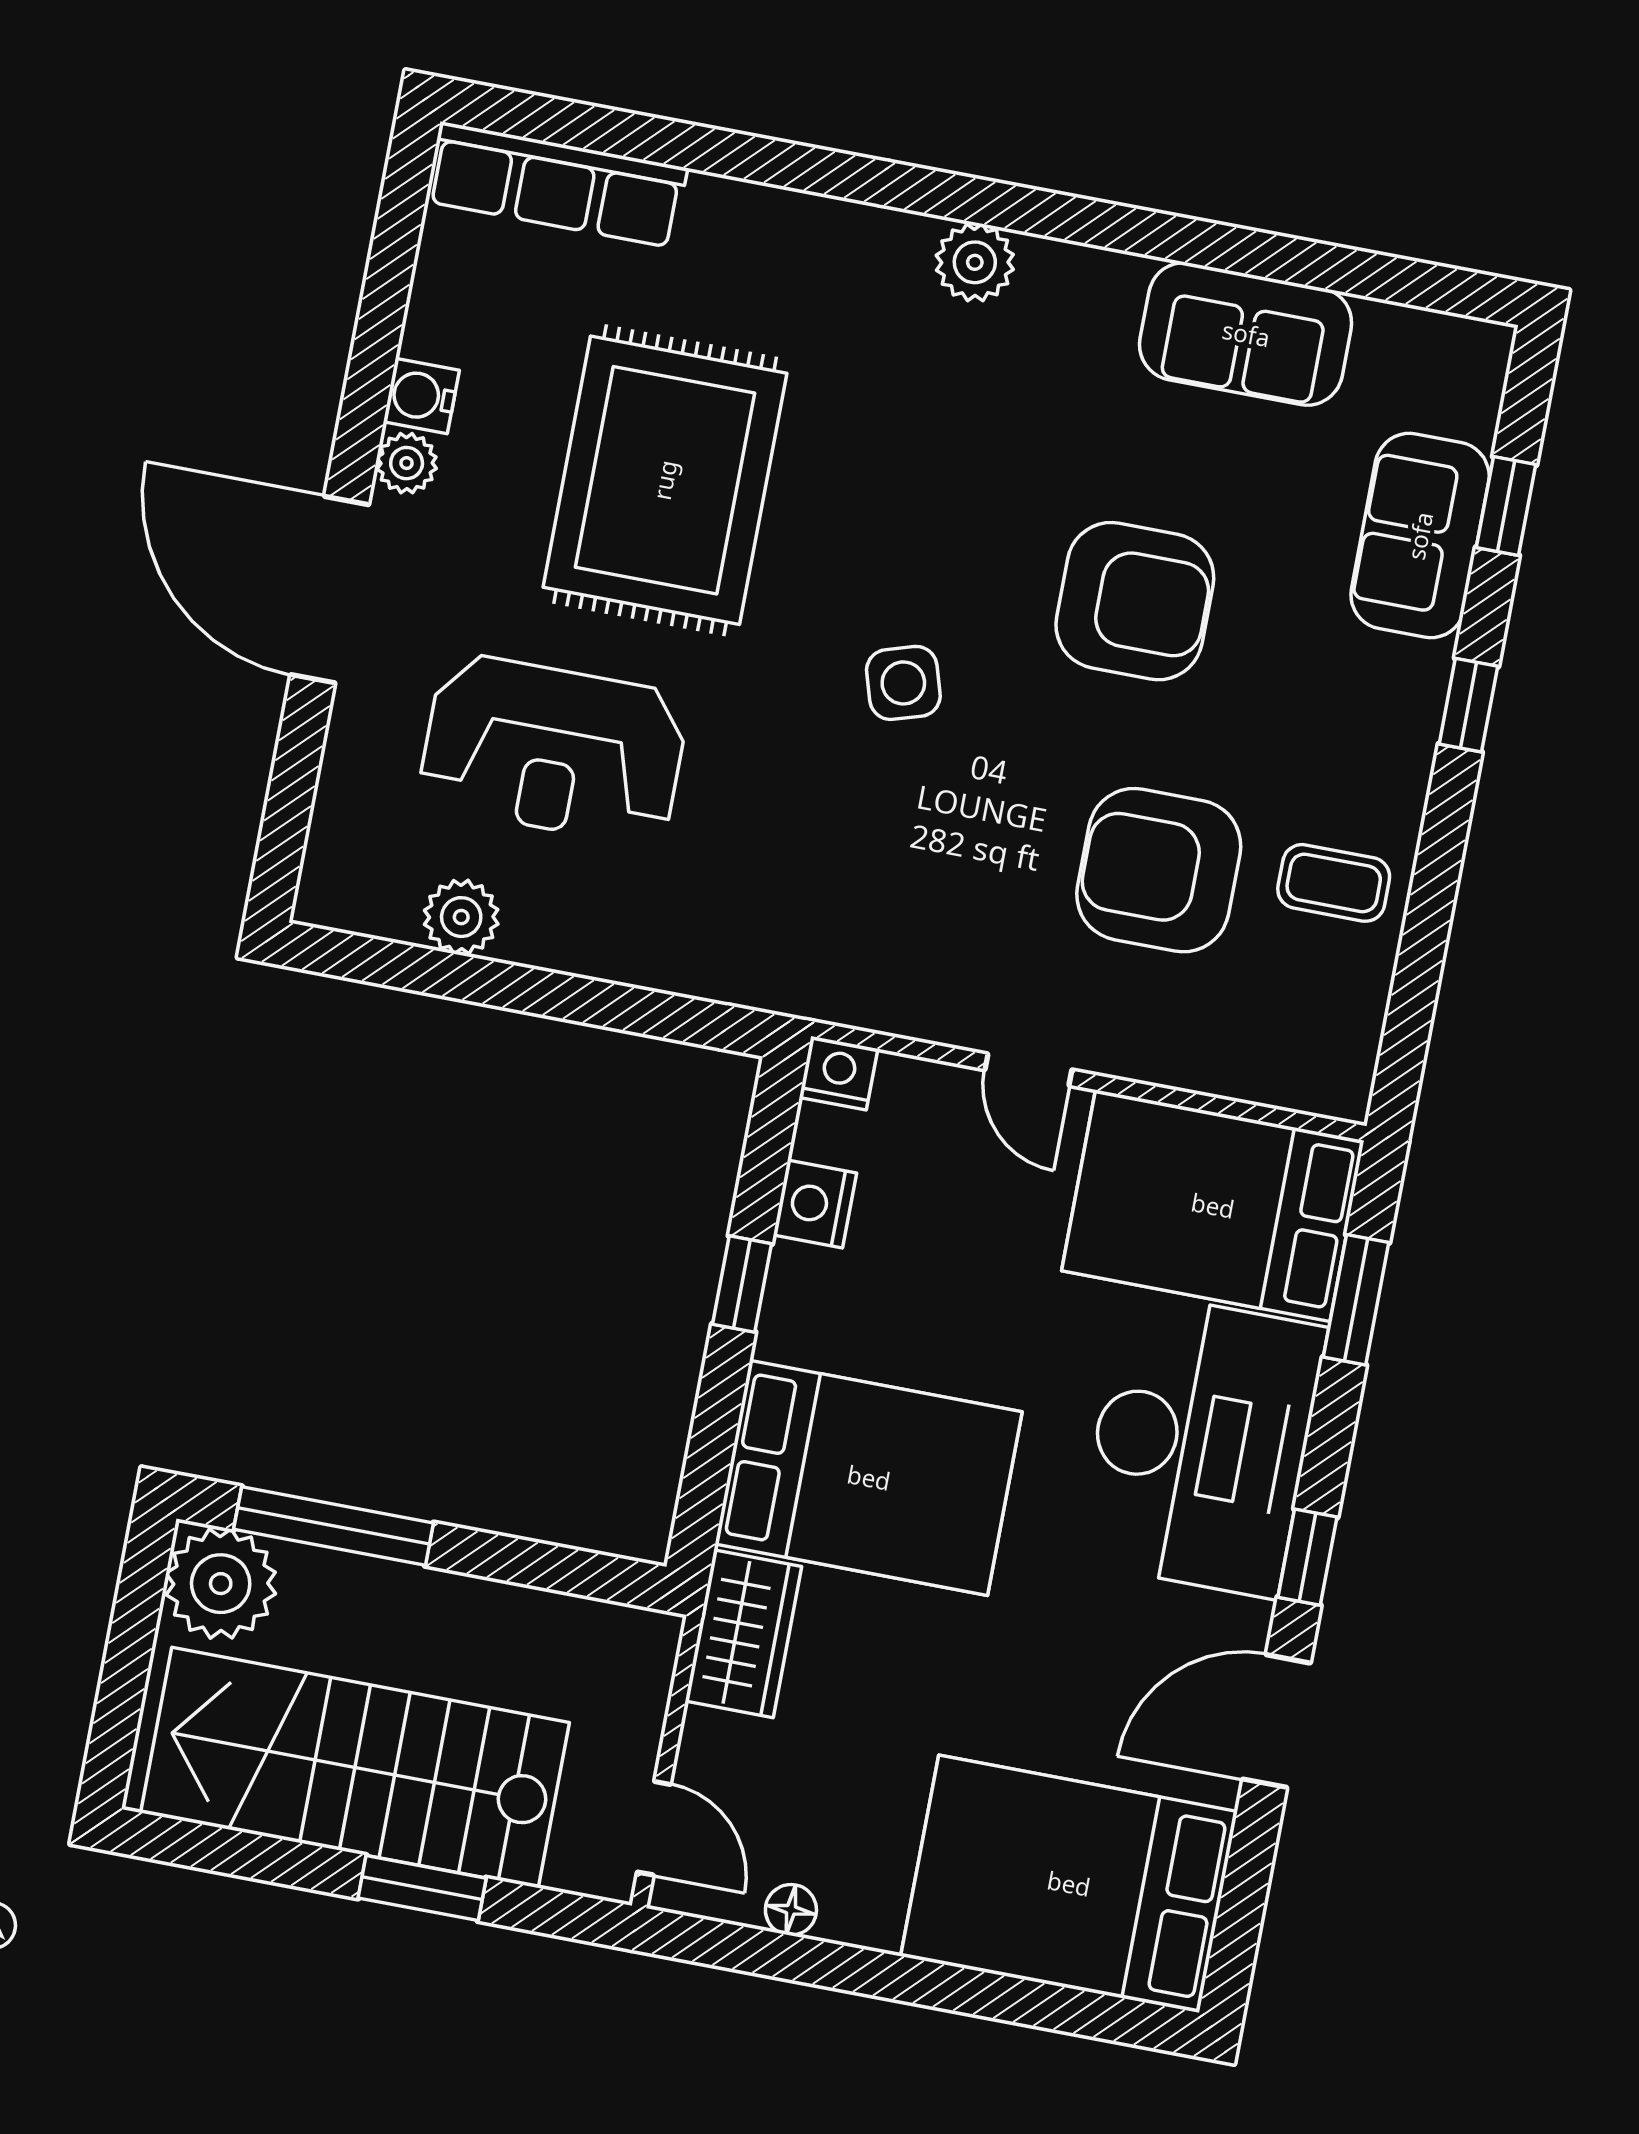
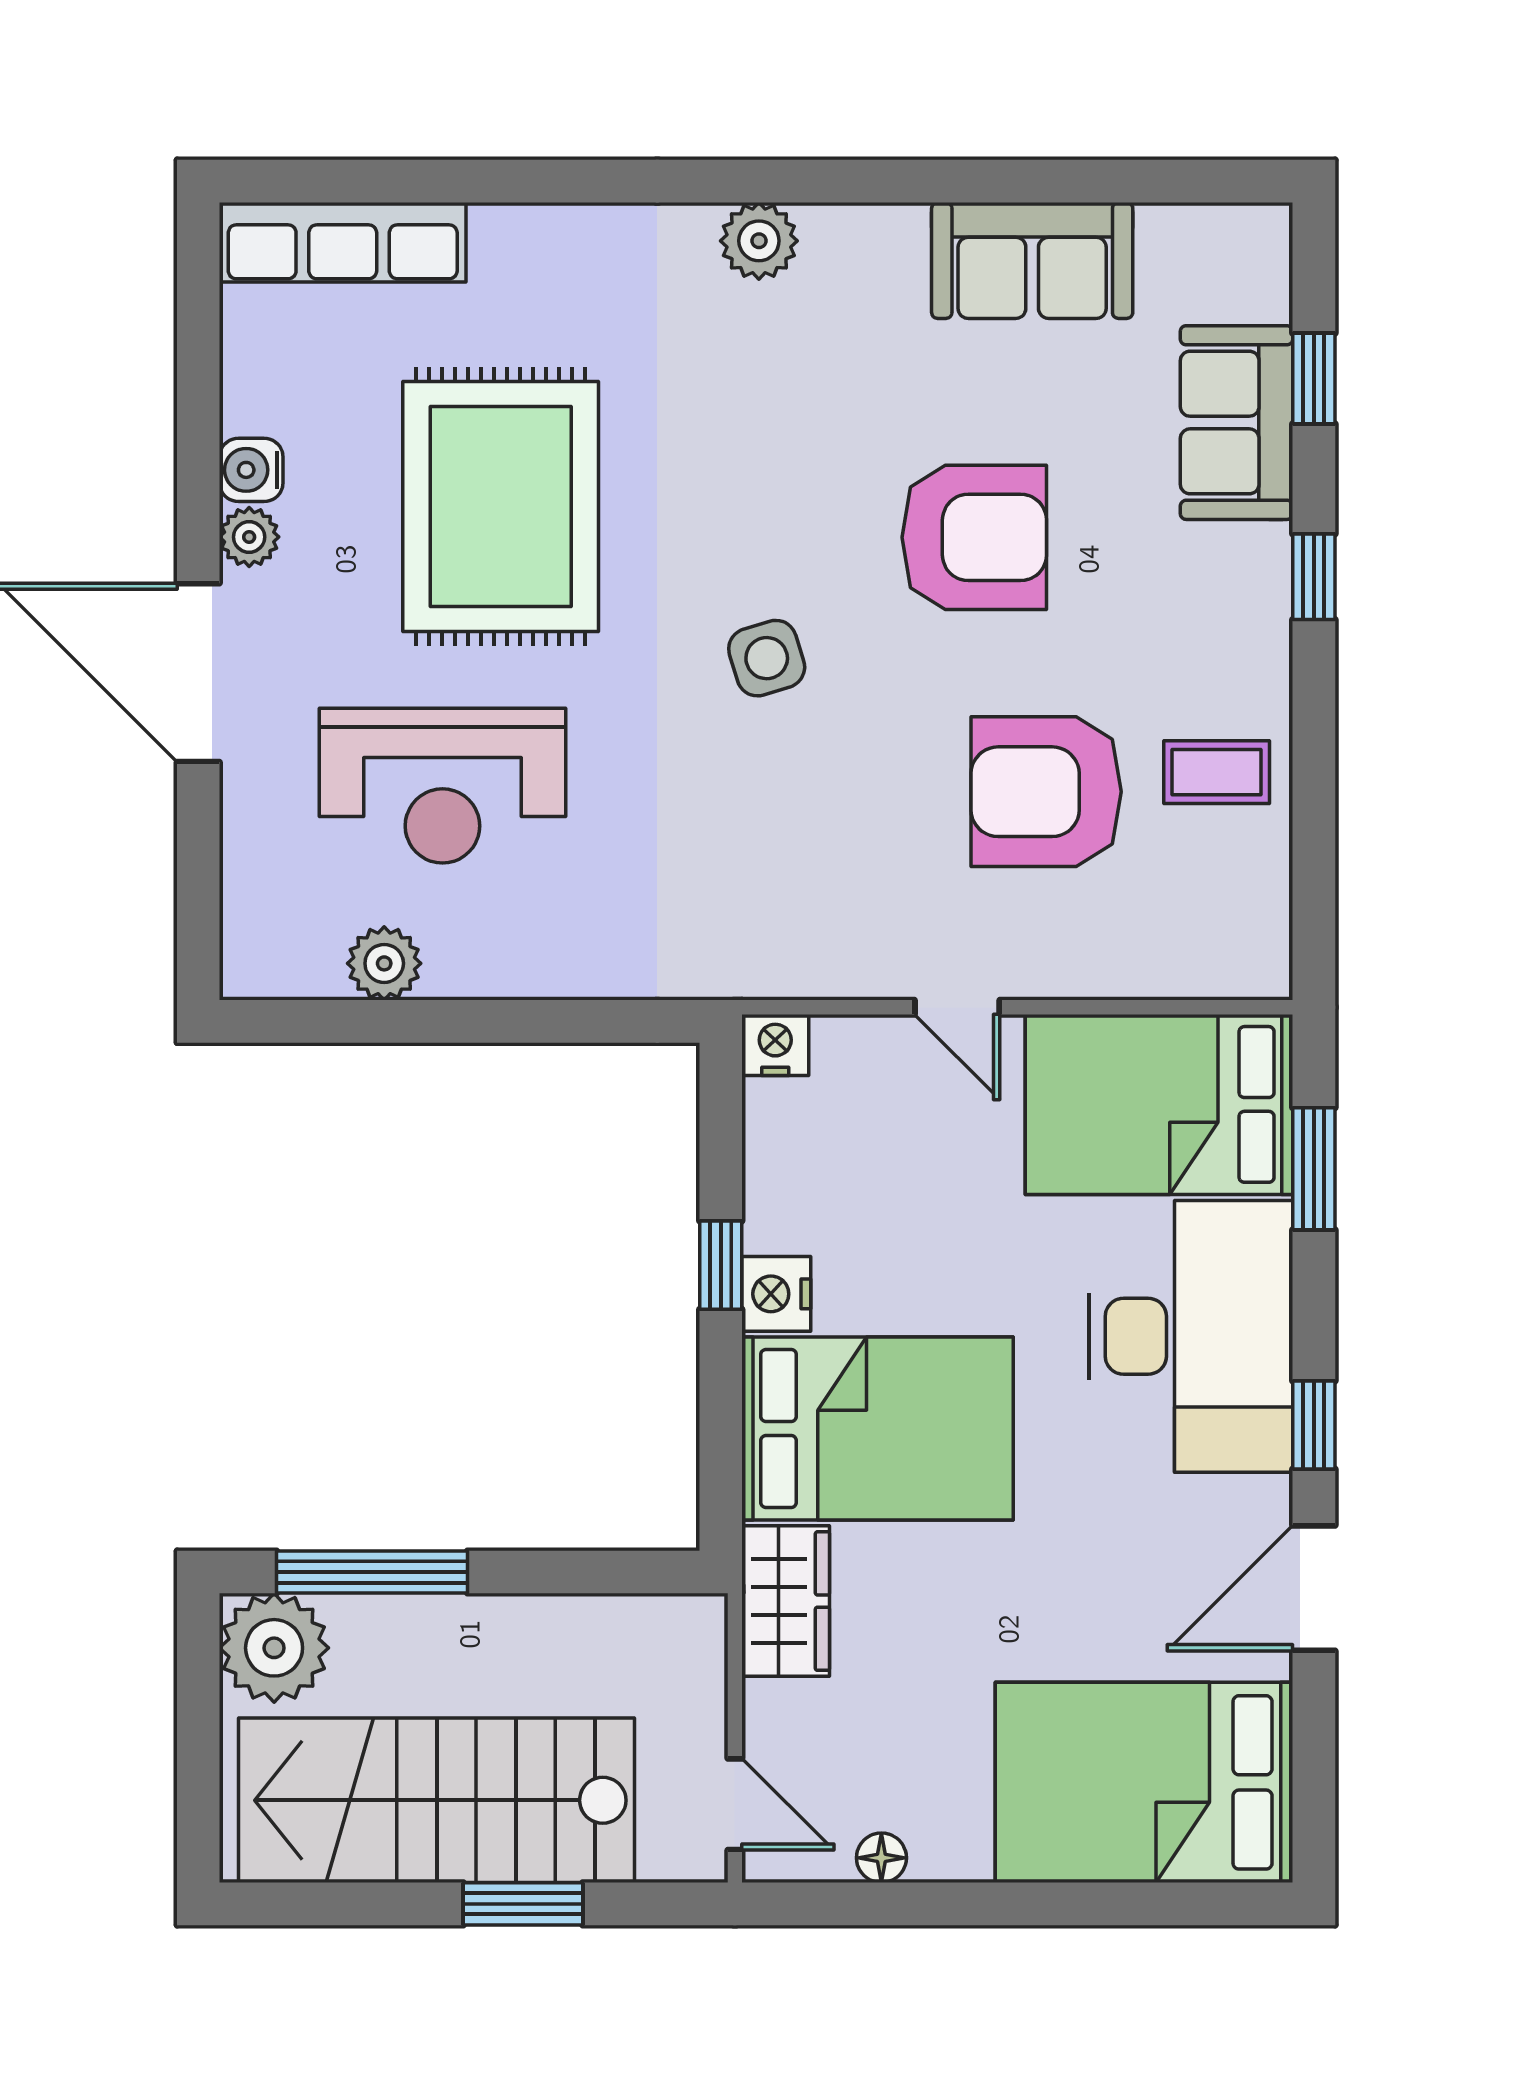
nightstand: (815, 1204) -> (776, 1294), moved

